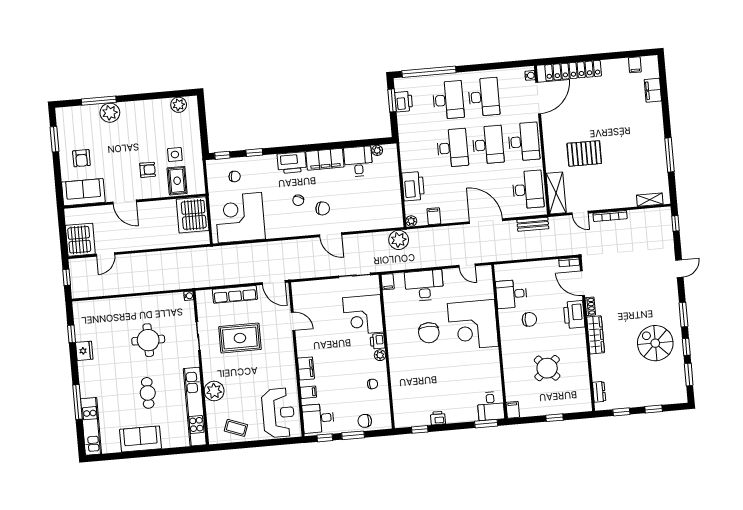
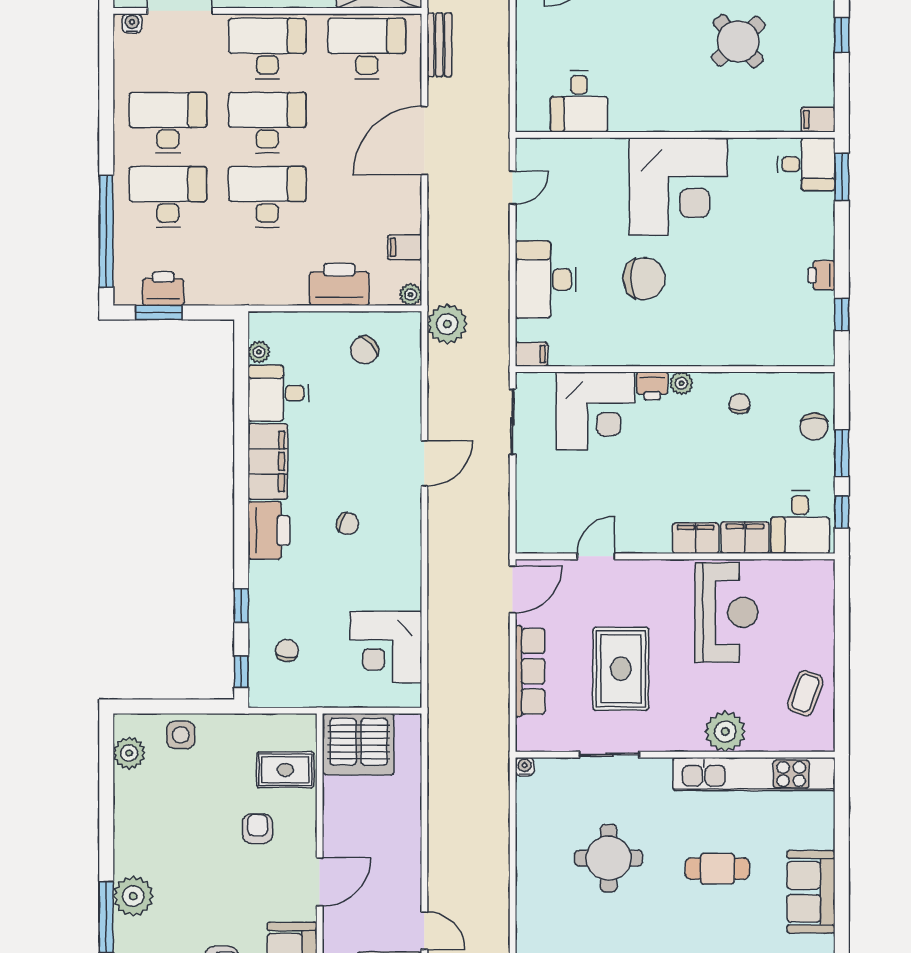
side table: (175, 154) -> (181, 735), moved
chair: (323, 208) -> (365, 350), moved, turned -146
corner desk: (240, 218) -> (386, 647), width x0.74, depth x0.74
chair: (529, 319) -> (635, 69), removed
corner desk: (473, 325) -> (678, 186), moved
filing cabinet: (308, 392) -> (745, 538), width x2.00
reception desk: (278, 413) -> (727, 612), moved, turned 90

